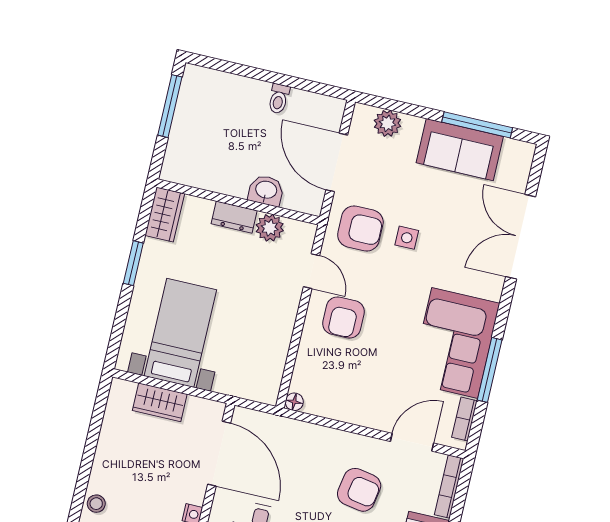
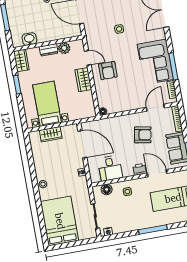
washbasin: (266, 190) -> (29, 39), moved
armchair: (360, 228) -> (100, 33), removed
wardrobe: (282, 314) -> (83, 80), added

